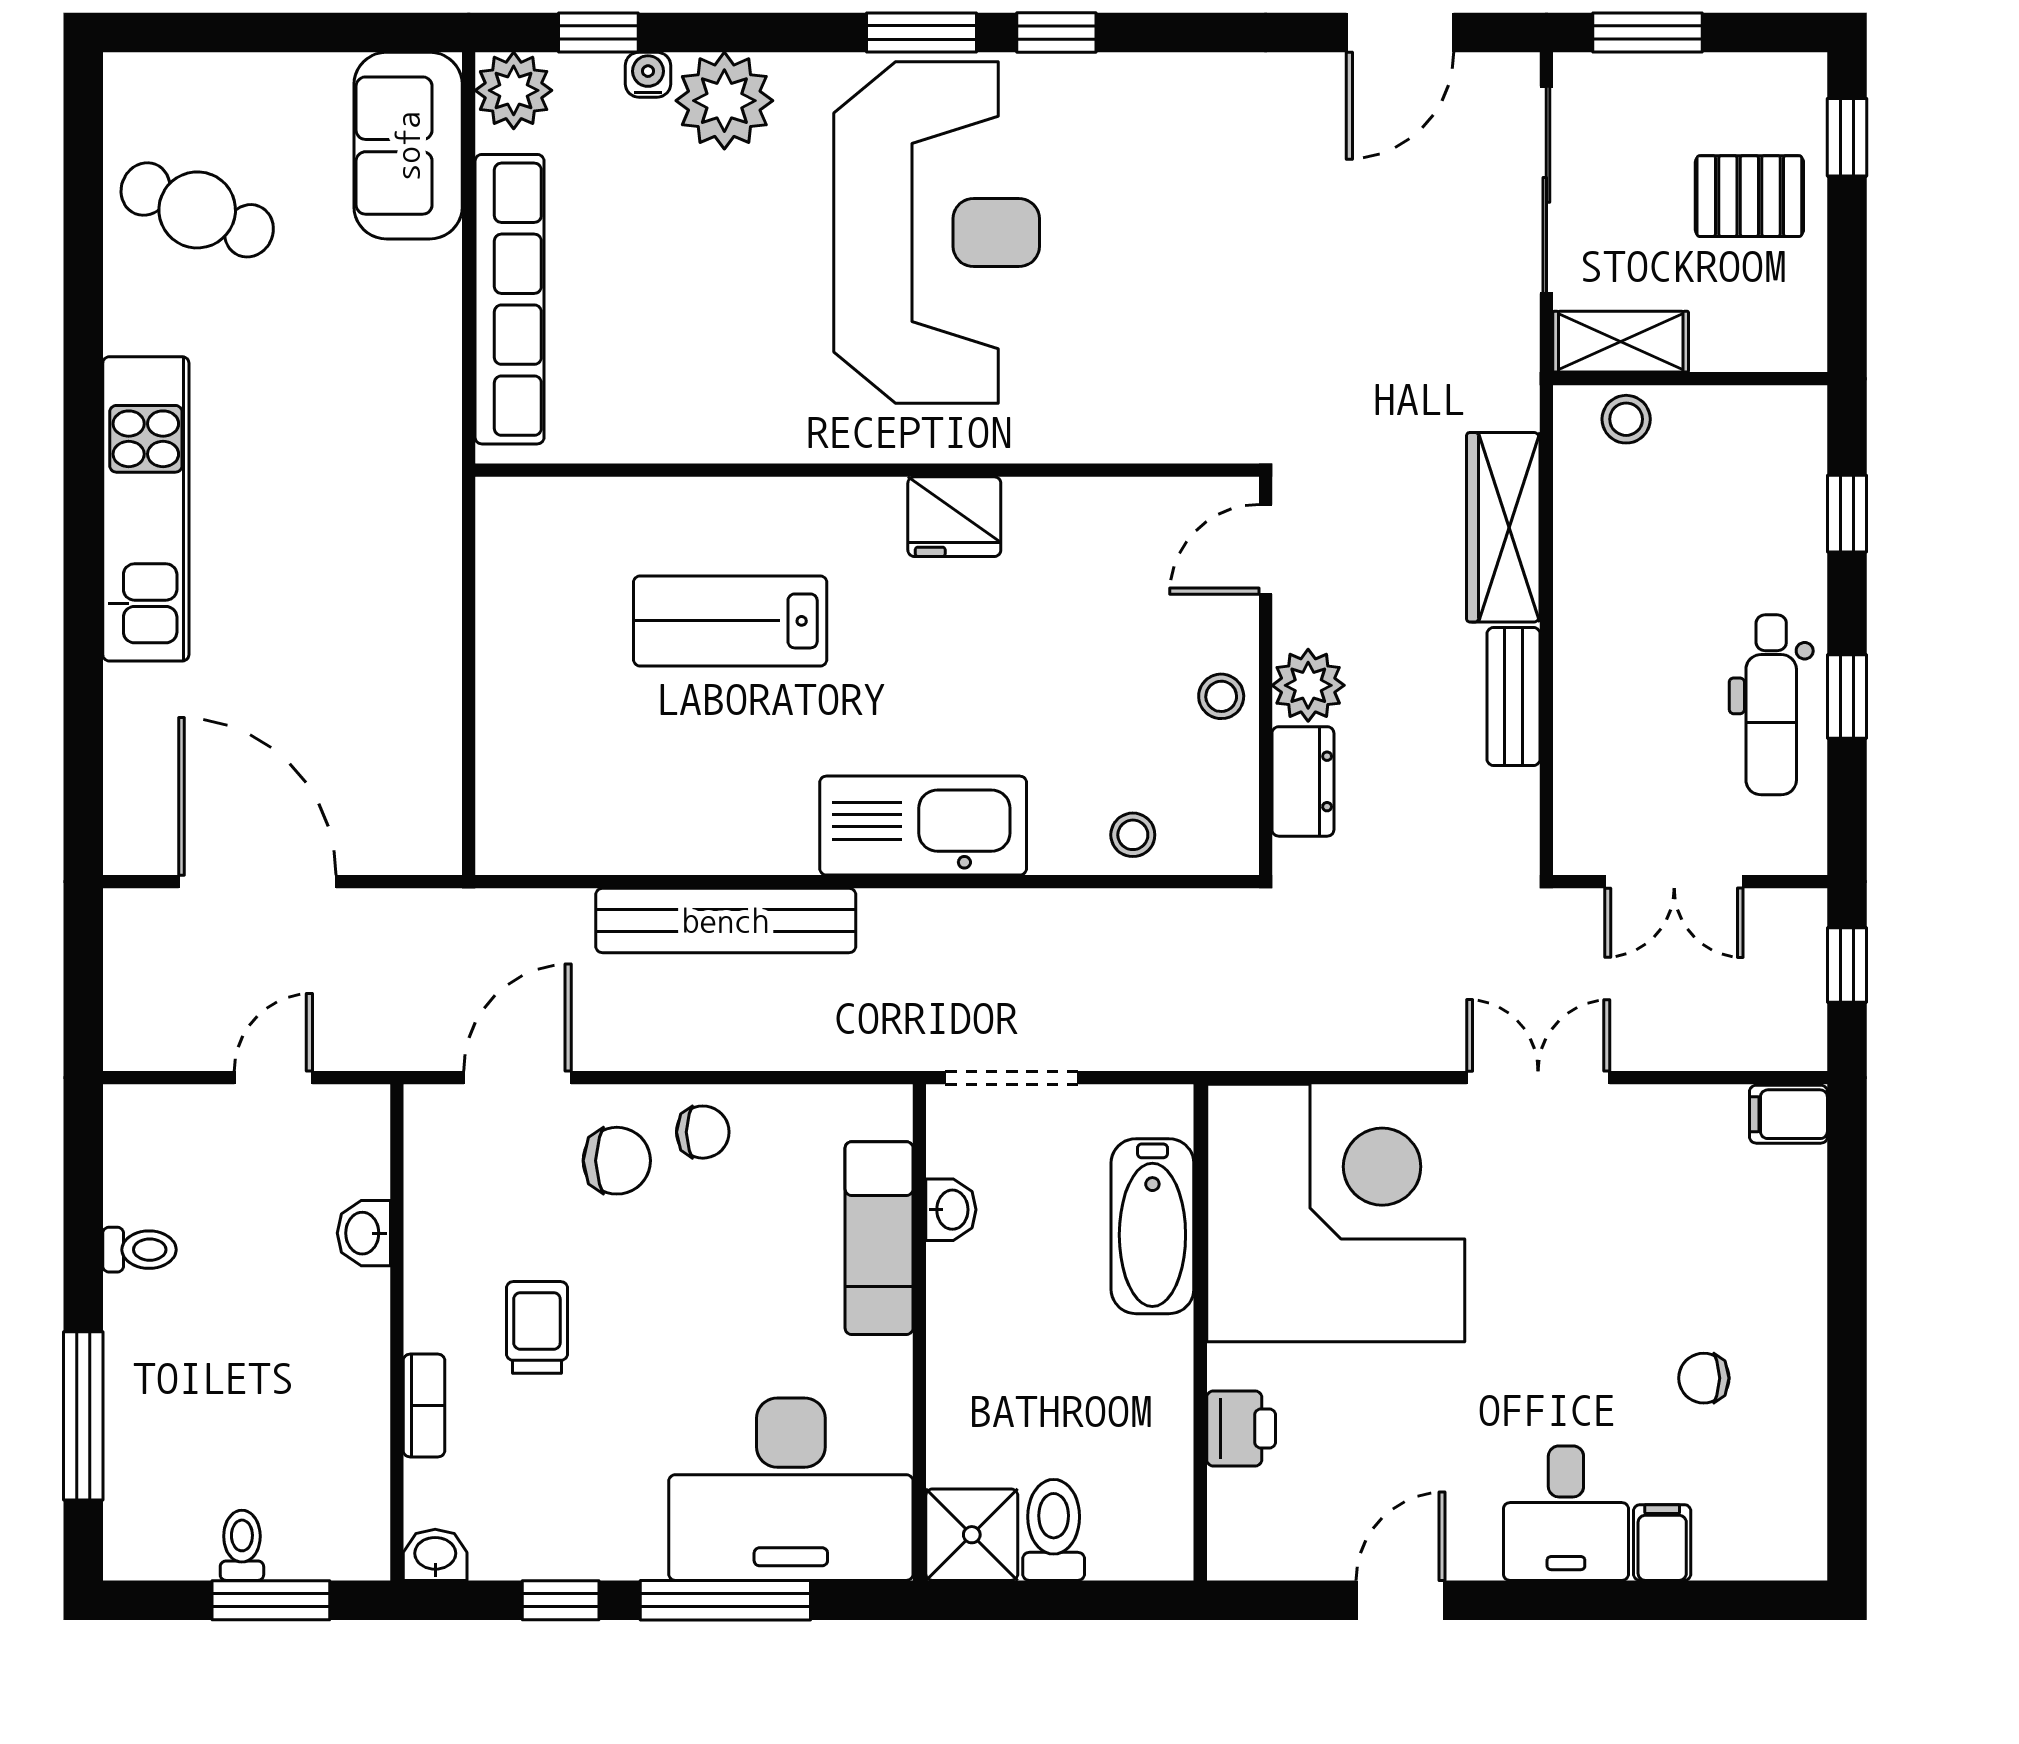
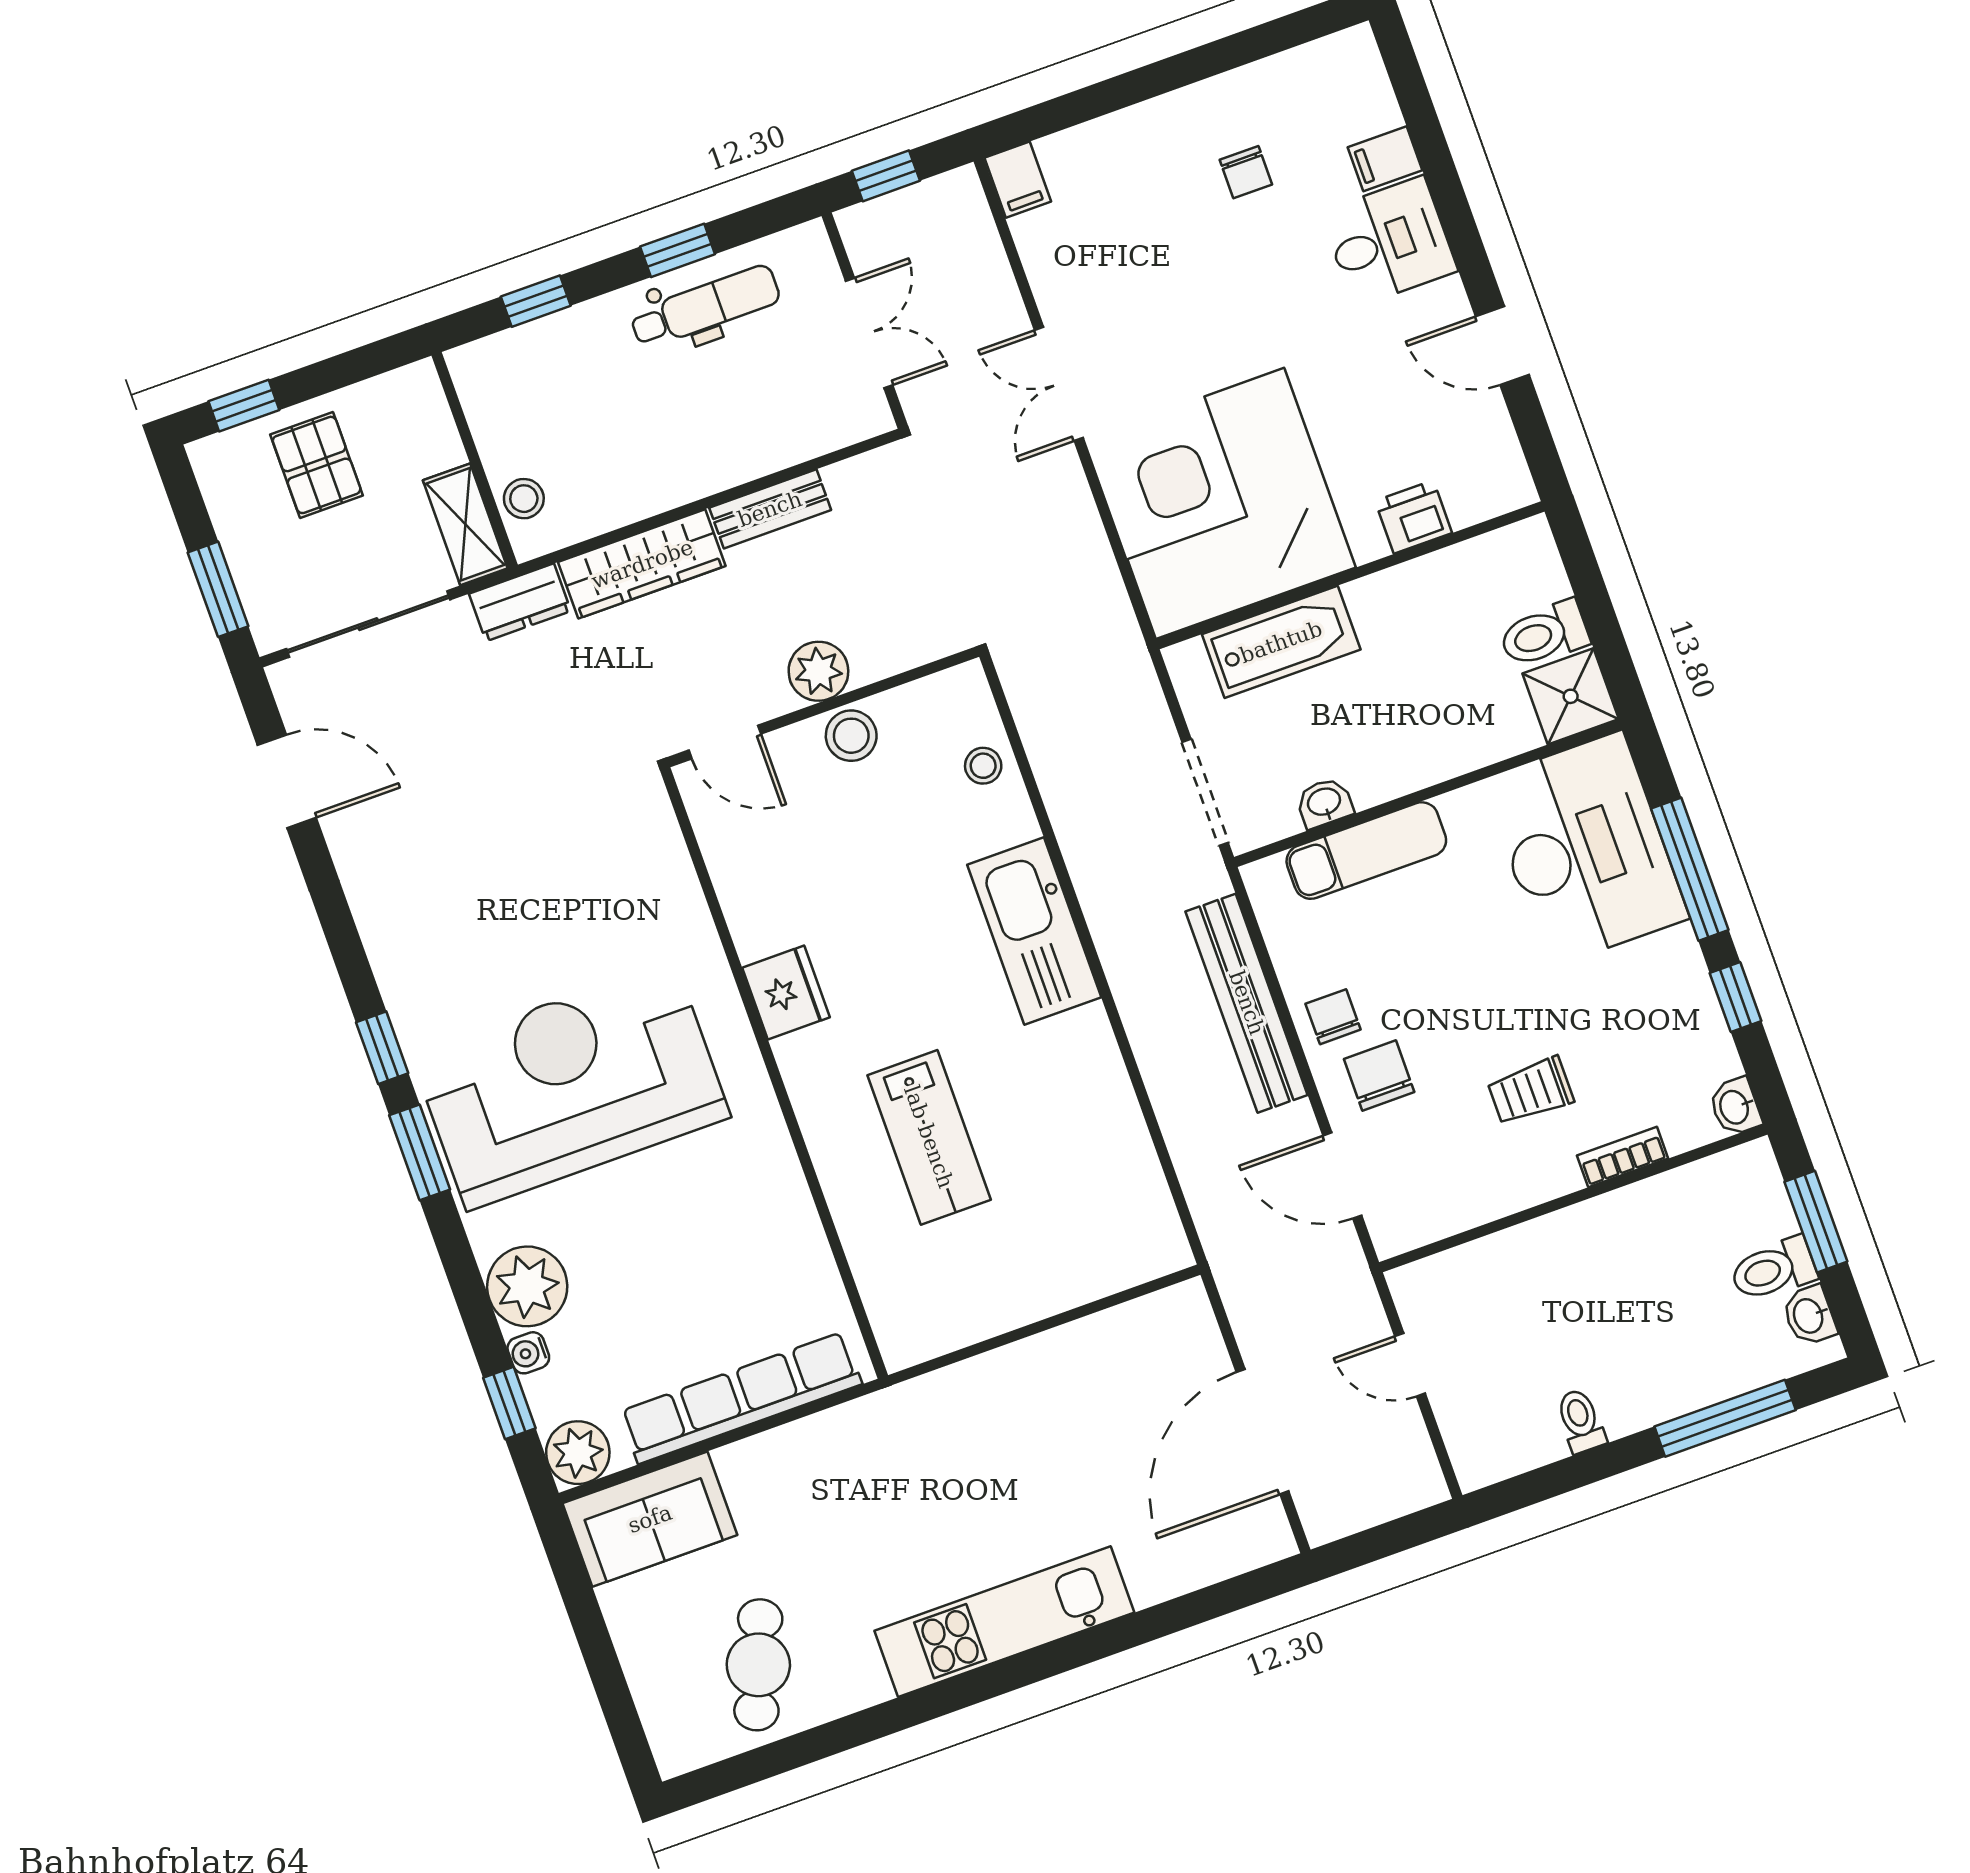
stool: (1221, 696) -> (851, 736), width x1.37, depth x1.37
dresser: (1303, 781) -> (520, 602), moved, turned 180
bench: (726, 921) -> (1247, 1003), moved
washbasin: (364, 1233) -> (1809, 1316), moved, turned 90
toilet: (242, 1545) -> (1773, 1269), width x1.37, depth x1.39

